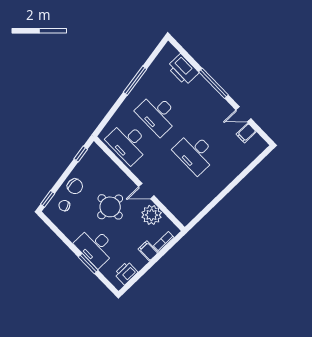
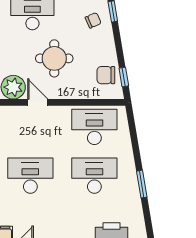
window: (135, 81) -> (142, 184), width x0.69
chair: (75, 186) -> (106, 75), moved
door: (146, 191) -> (38, 102), hinge flipped

